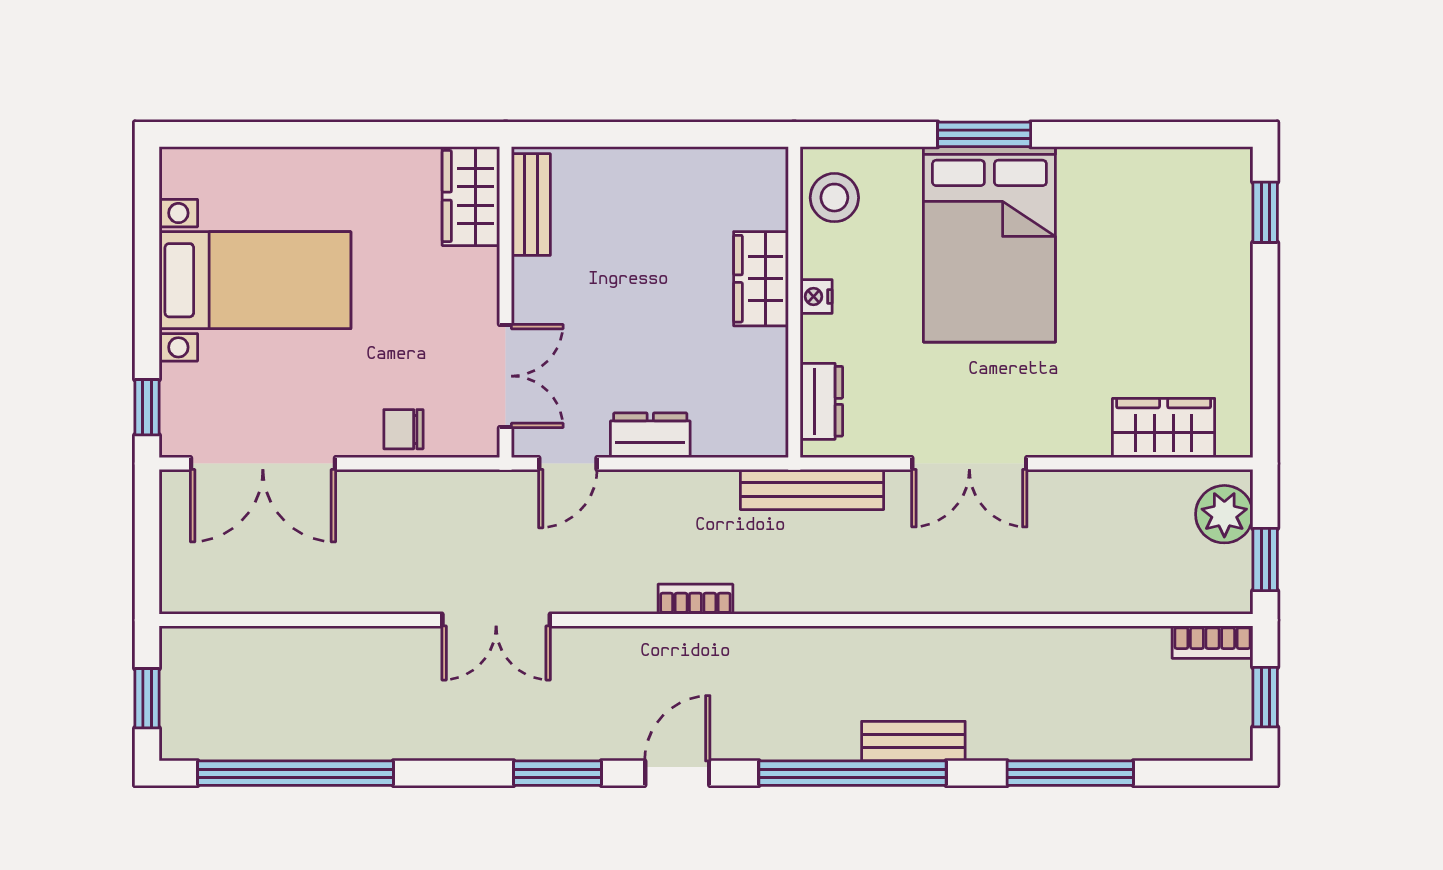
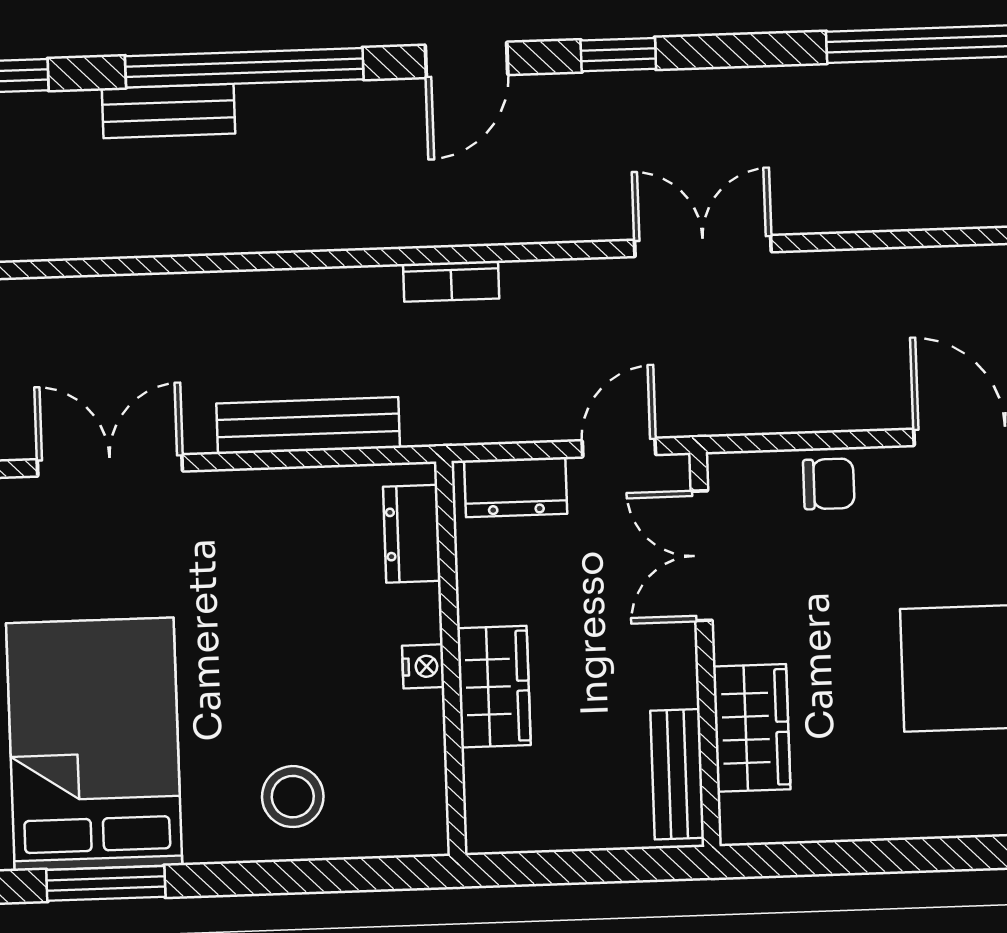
wardrobe: (471, 196) -> (752, 728), moved
wardrobe: (761, 279) -> (494, 687), moved
nightstand: (816, 297) -> (423, 666), moved
wall: (794, 302) -> (451, 658), moved
dresser: (821, 401) -> (412, 534), moved
window: (557, 773) -> (618, 55), width x0.67

